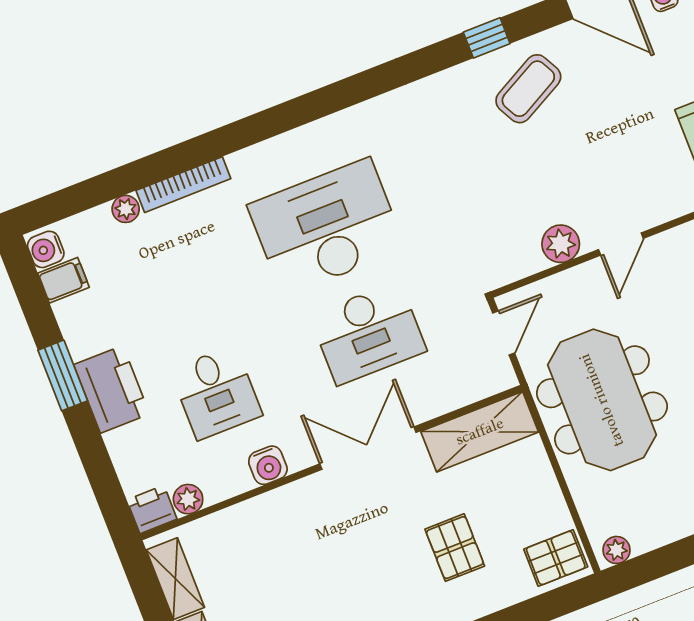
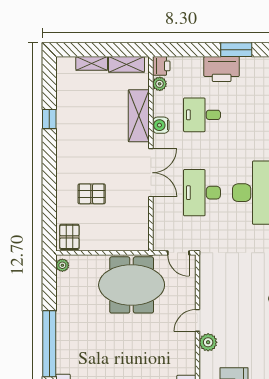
plant: (561, 244) -> (208, 342), moved
door: (621, 244) -> (198, 320), hinge flipped
shelving: (480, 432) -> (139, 116), moved

